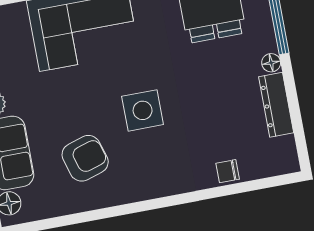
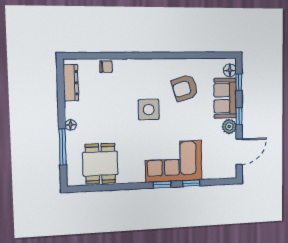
dresser: (276, 105) -> (71, 83), moved

